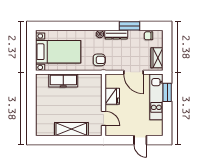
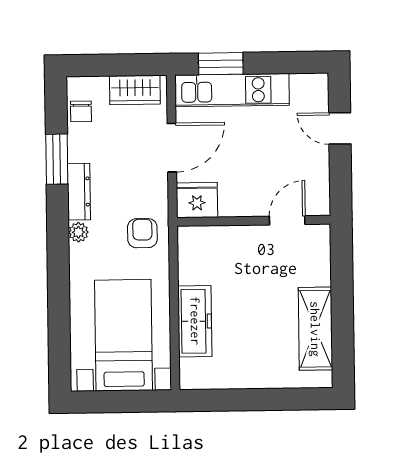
fridge: (112, 96) -> (197, 200), moved
shelving: (71, 129) -> (315, 329), moved
door: (140, 140) -> (340, 128), swing flipped

